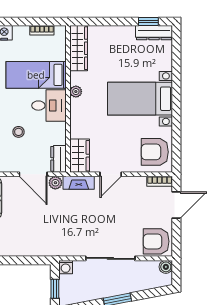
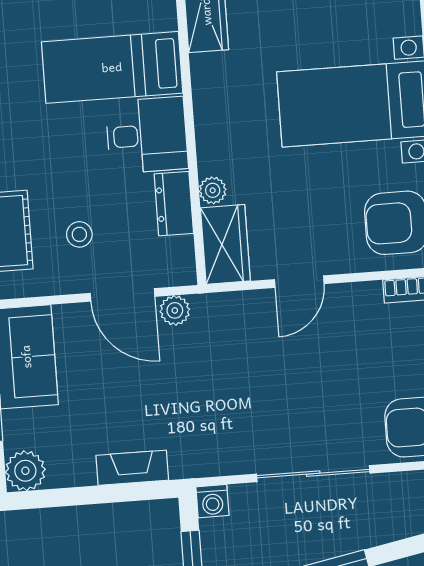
plant: (76, 92) -> (213, 190), moved
stool: (19, 132) -> (79, 234), moved
dresser: (58, 159) -> (174, 204), moved
fireplace: (79, 183) -> (132, 468), moved, turned 180

